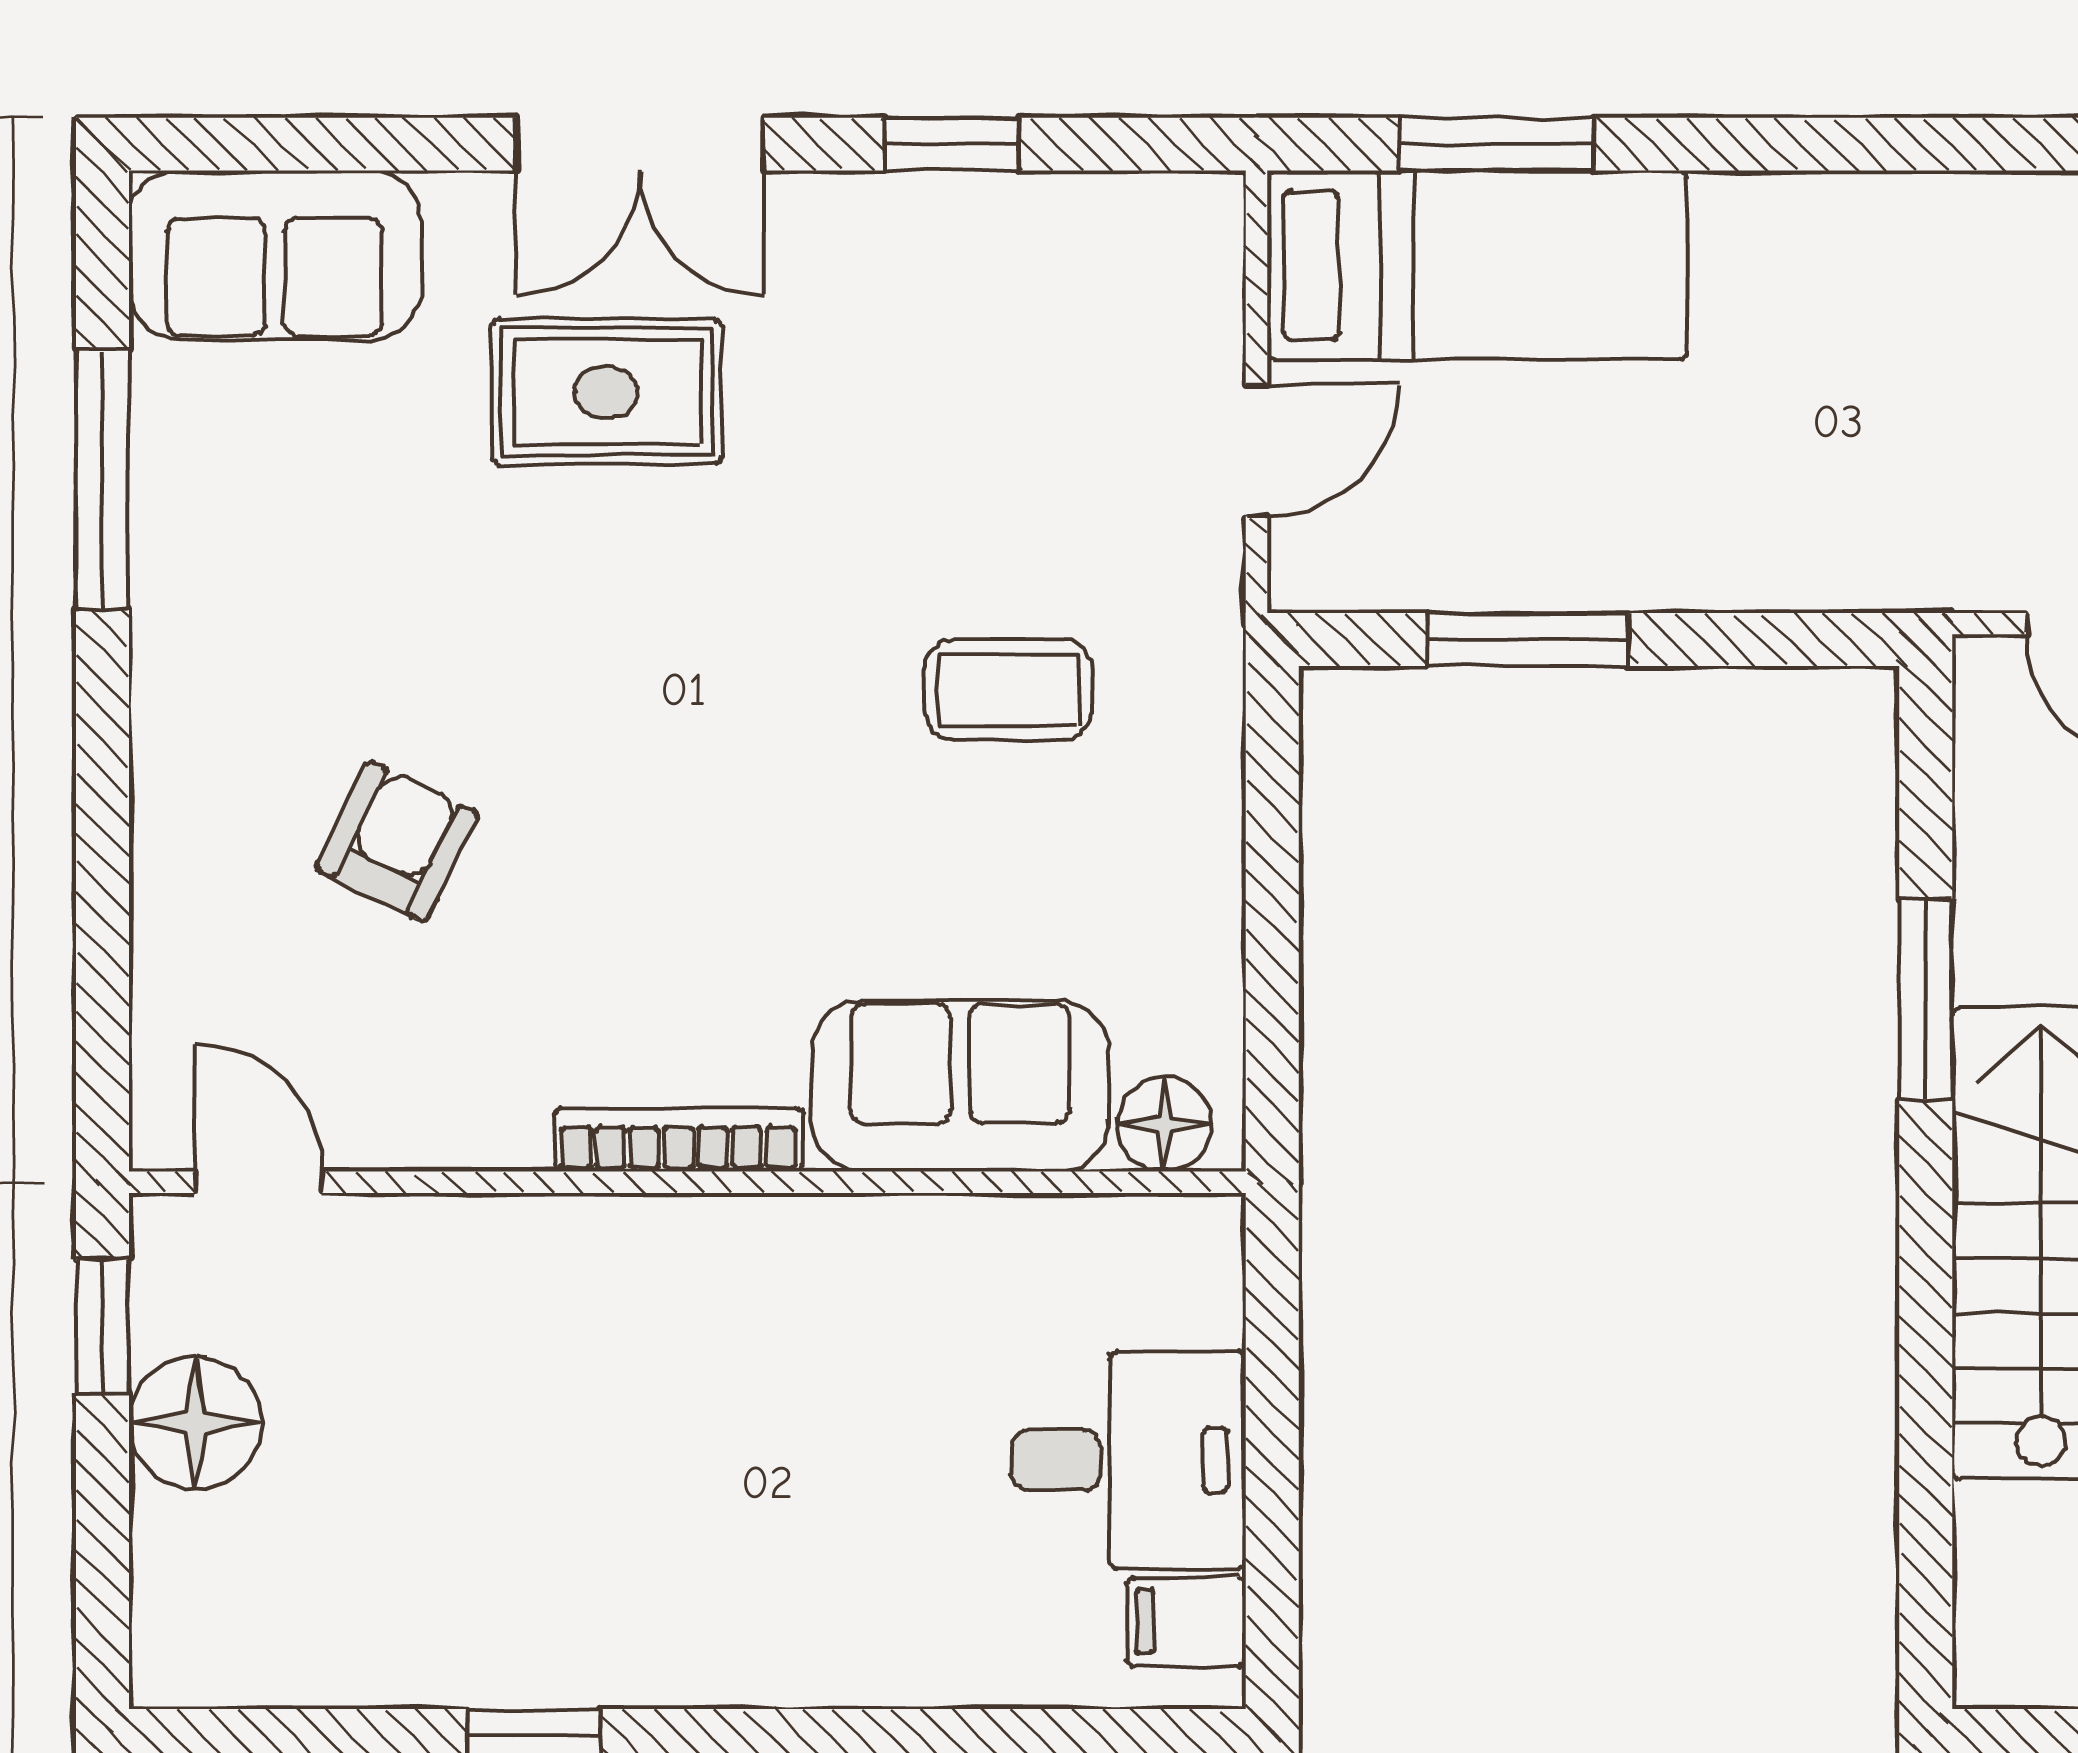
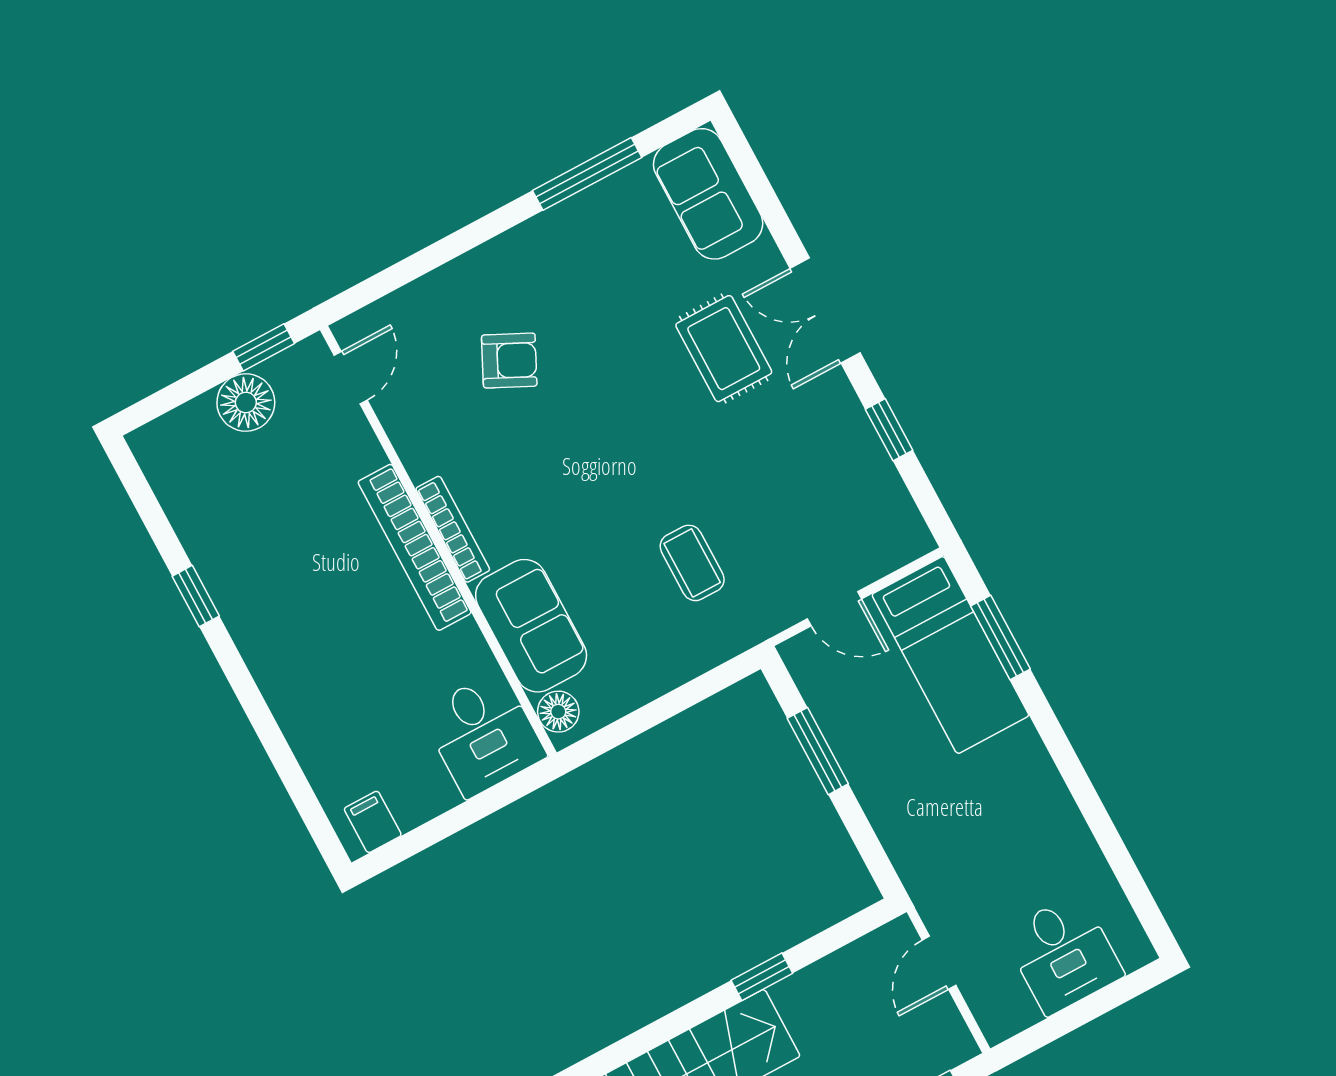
window: (1926, 999) -> (762, 977), width x0.67
bookcase: (674, 1237) -> (415, 547), added
desk: (1129, 1460) -> (483, 734), moved

